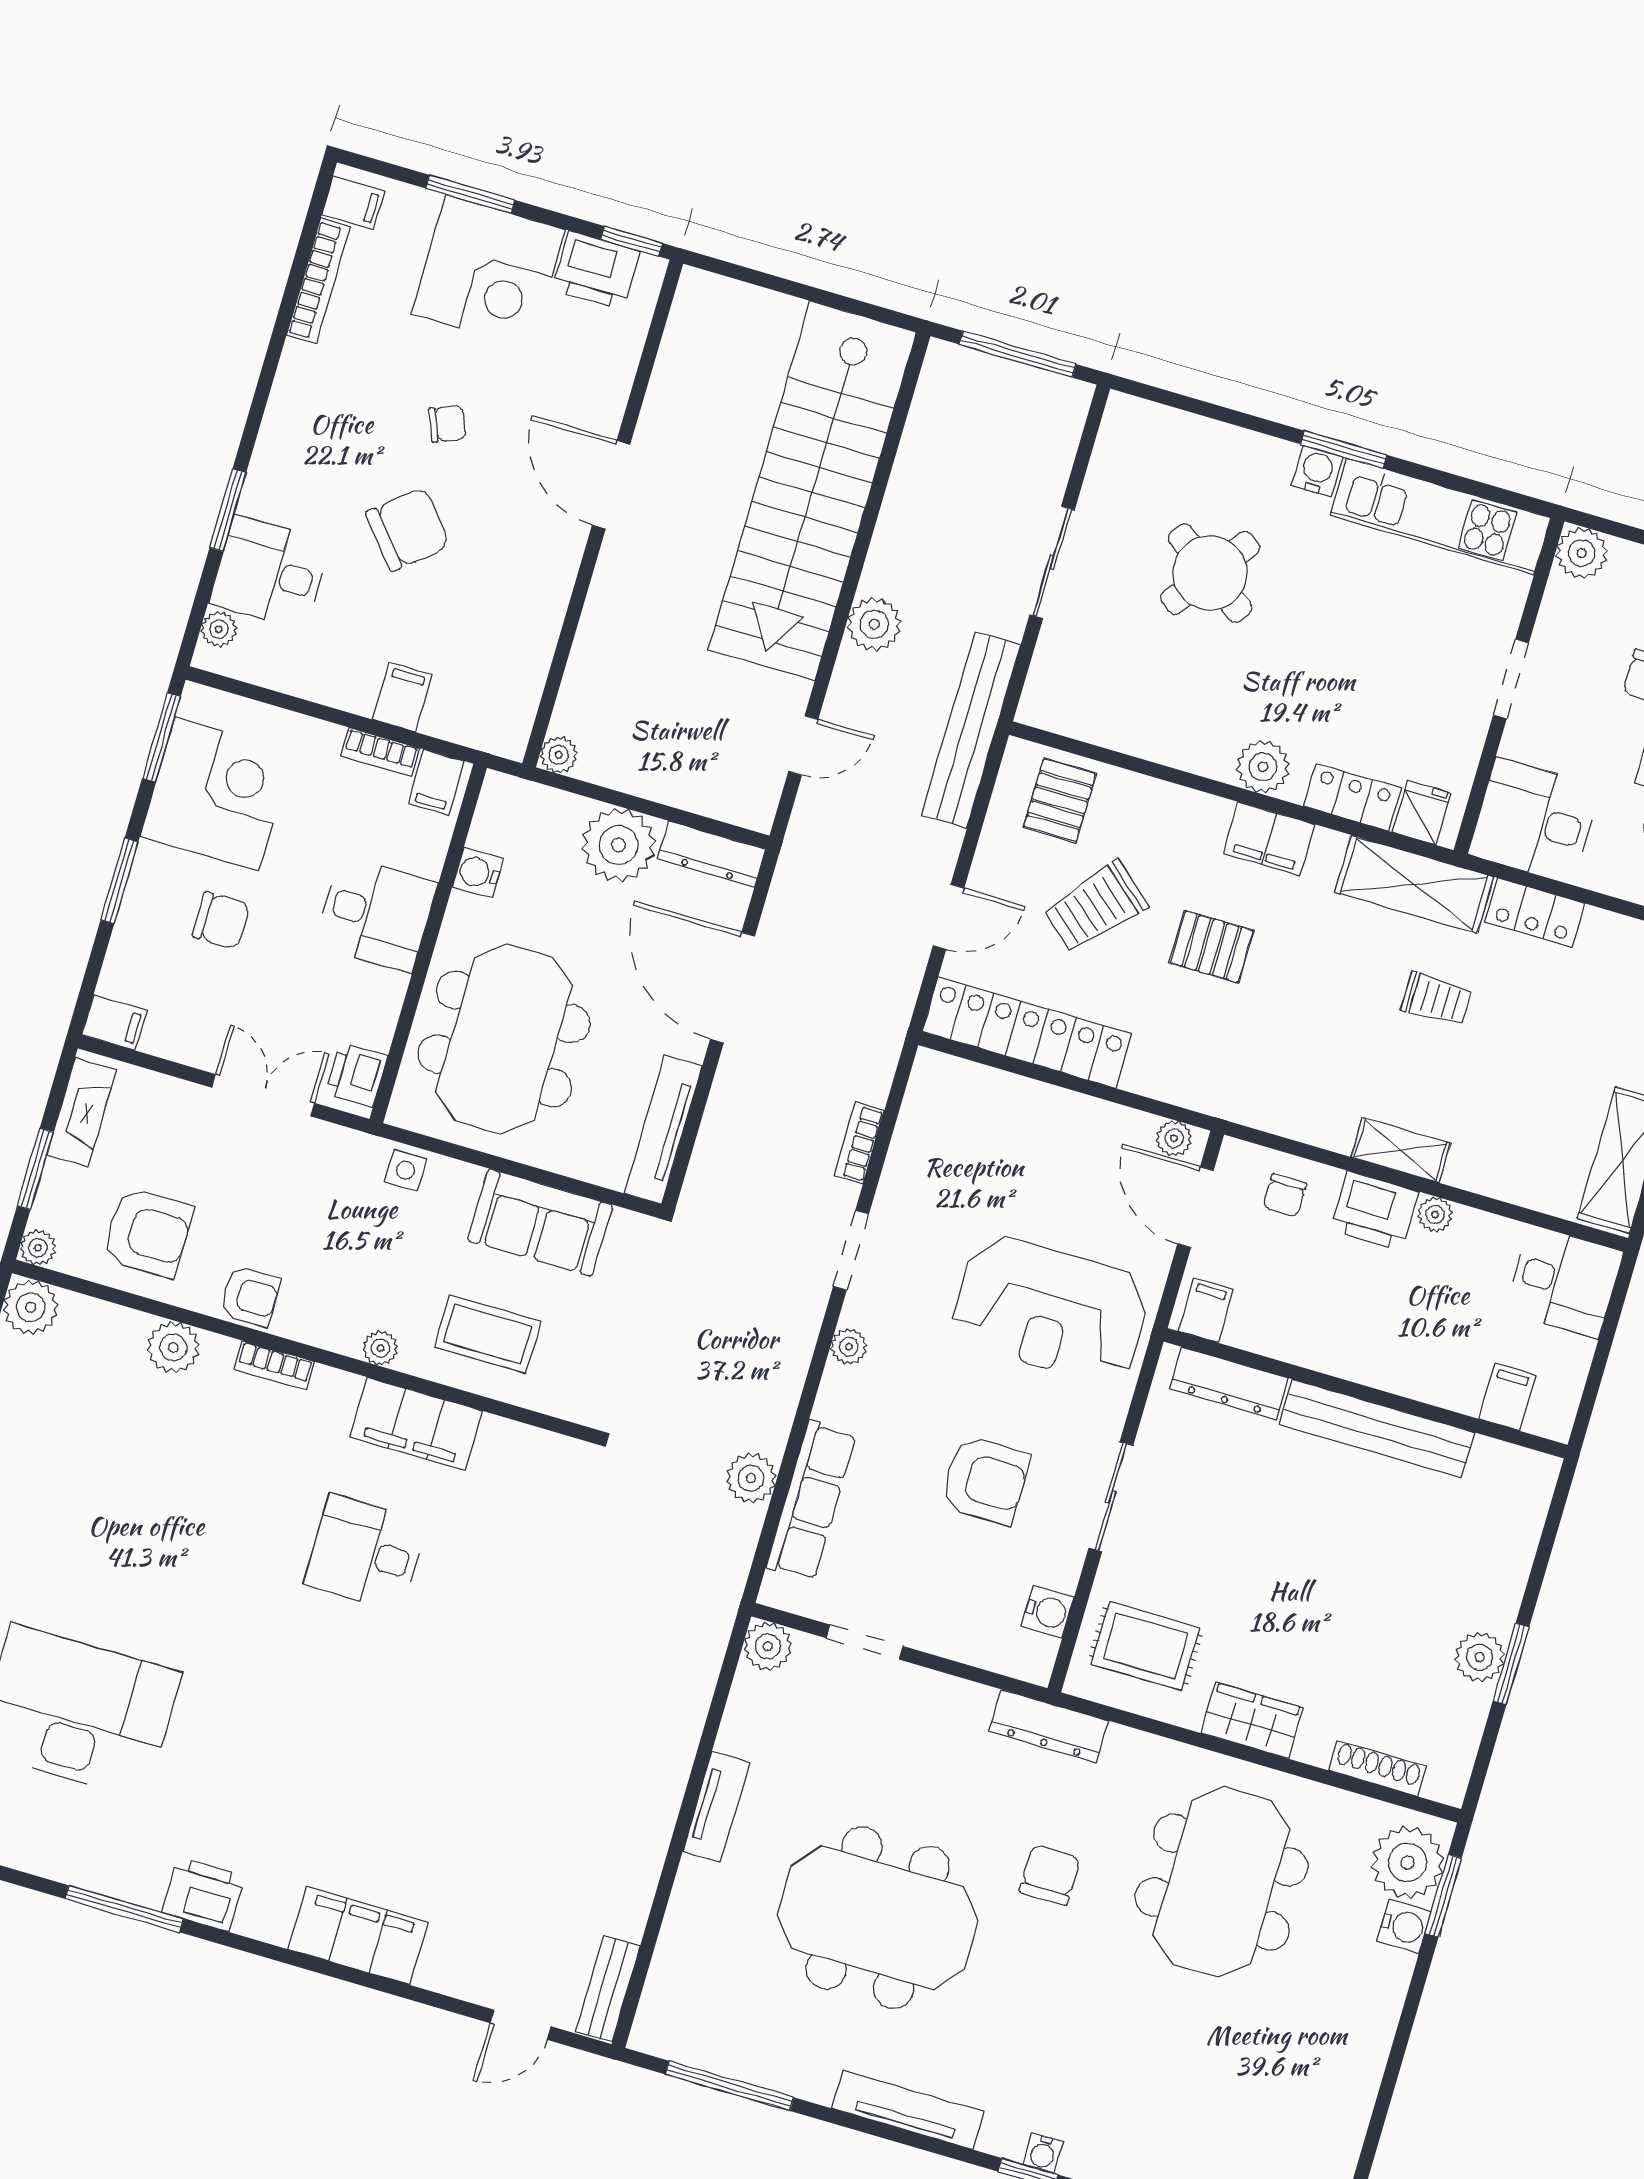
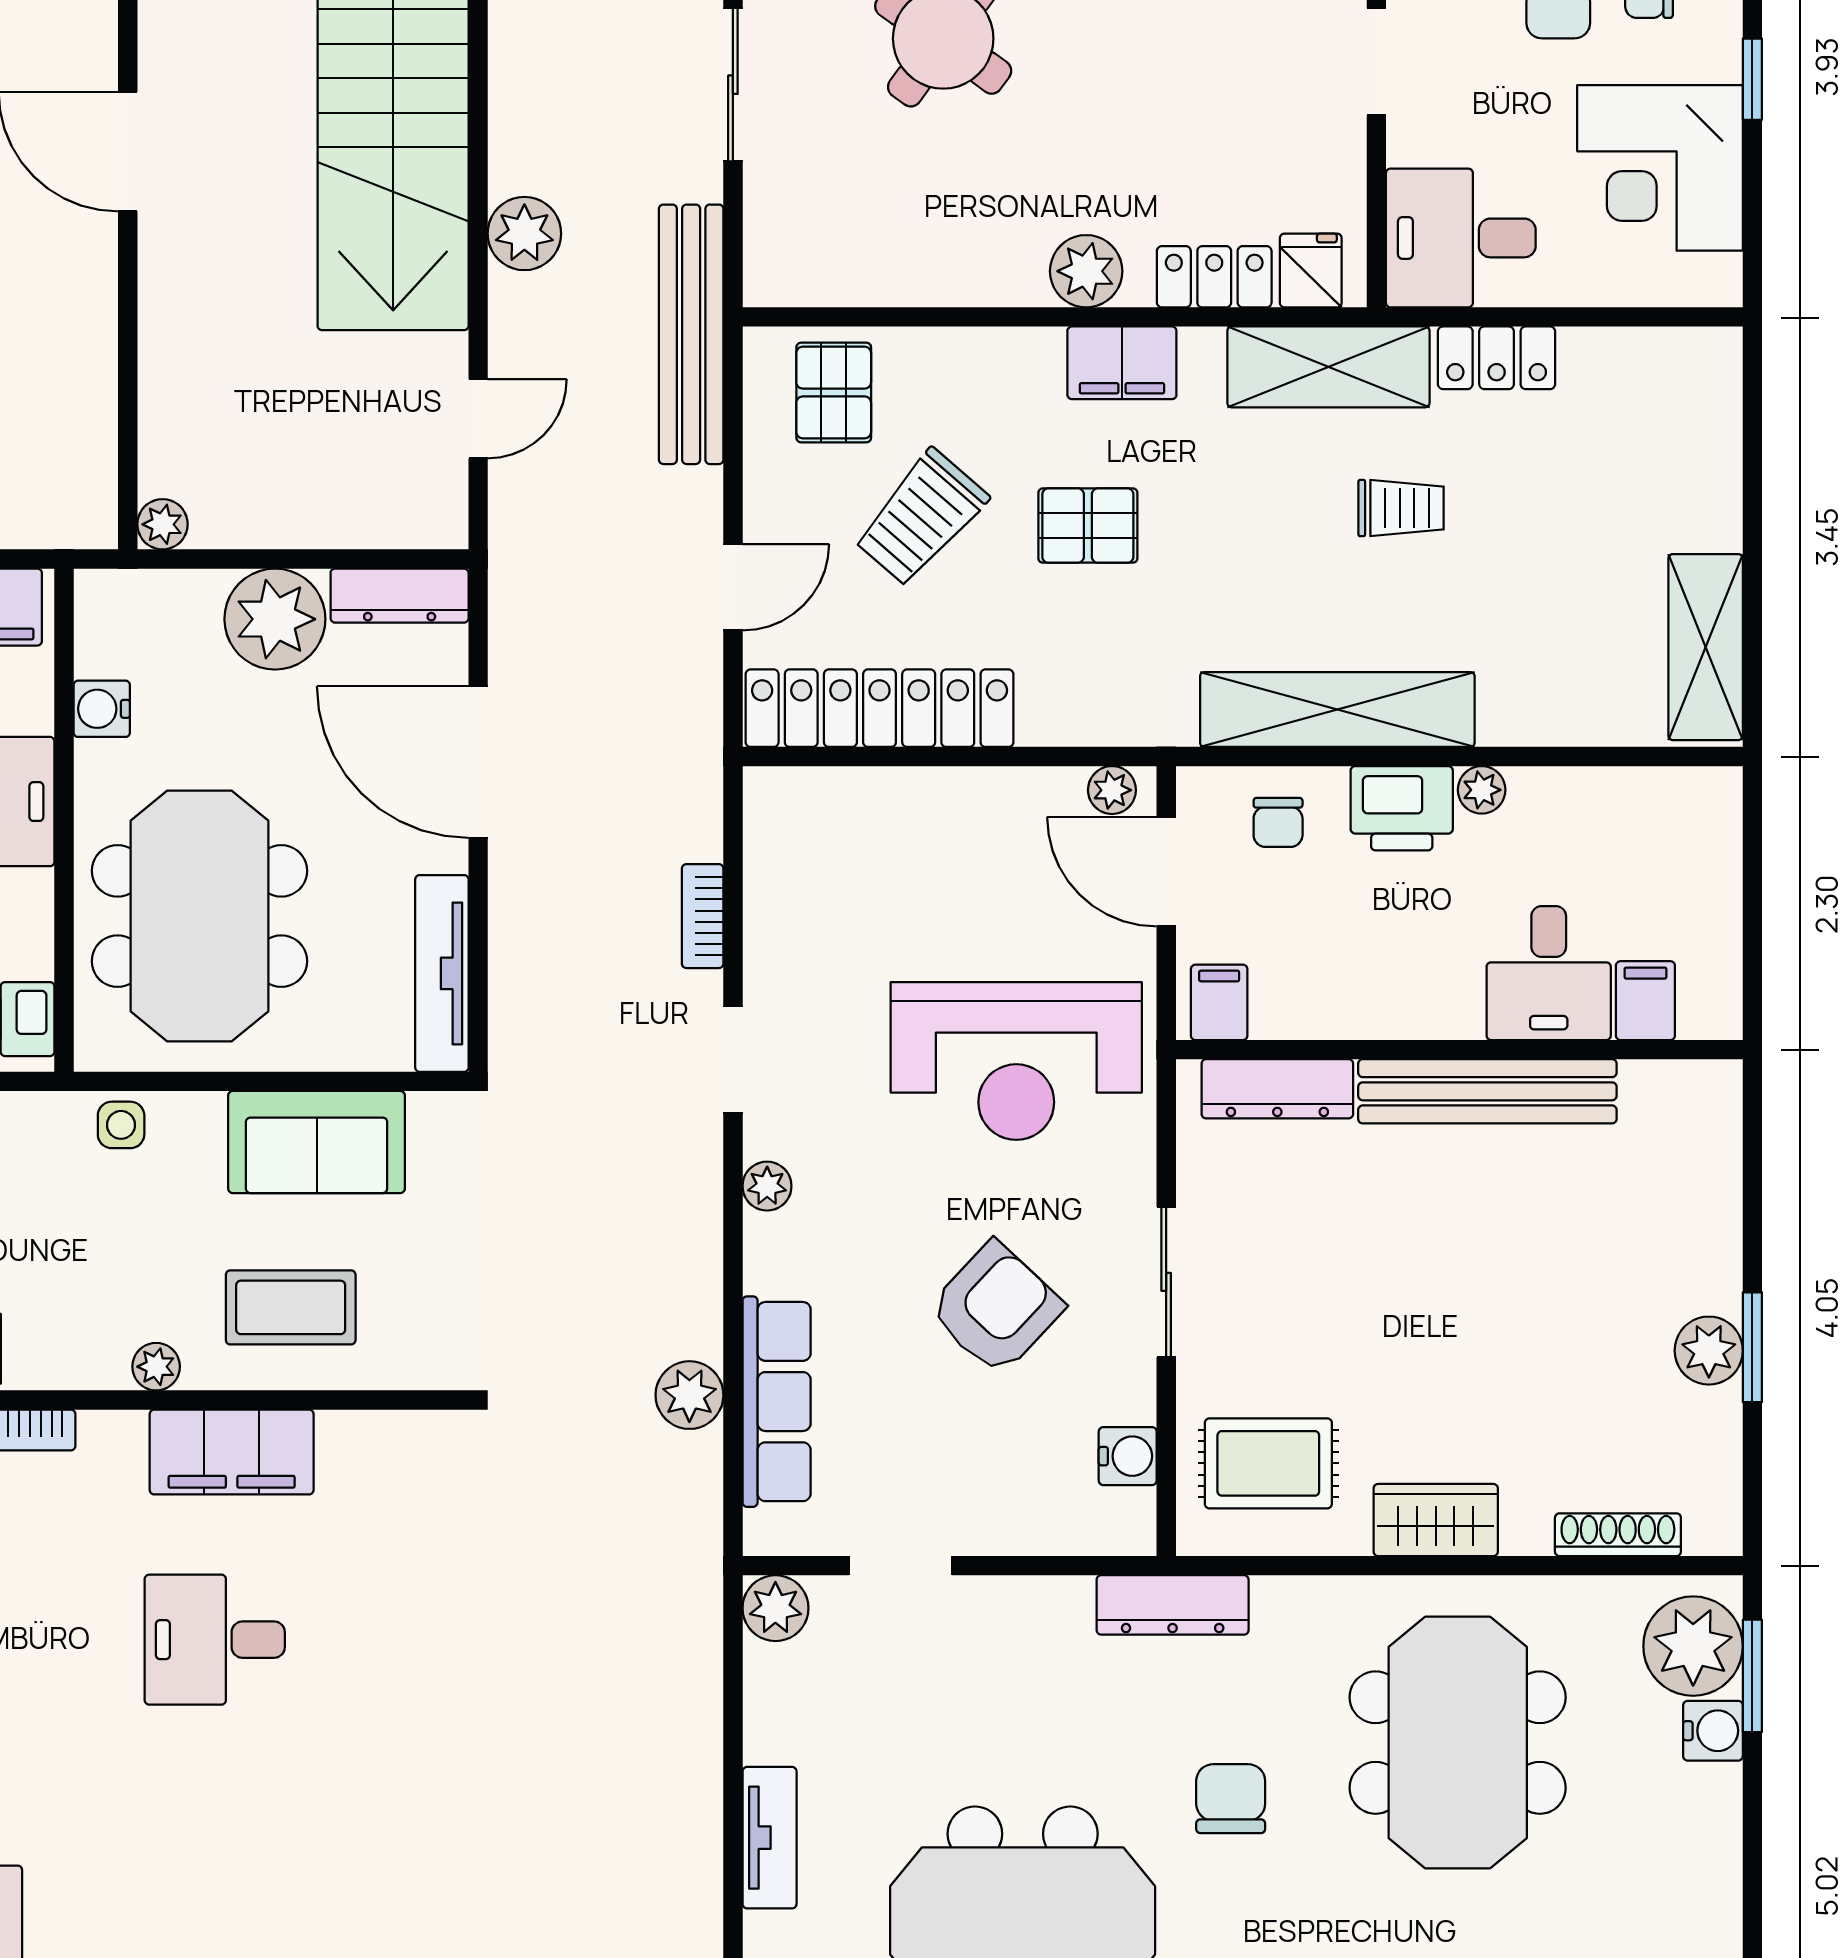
shelving: (1401, 1150) -> (1337, 709), width x2.20, depth x1.33
desk: (1564, 1282) -> (1549, 973), moved, turned 90
armchair: (985, 1480) -> (996, 1308), turned -47

